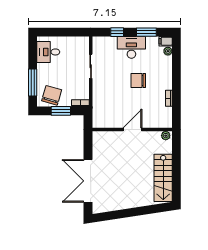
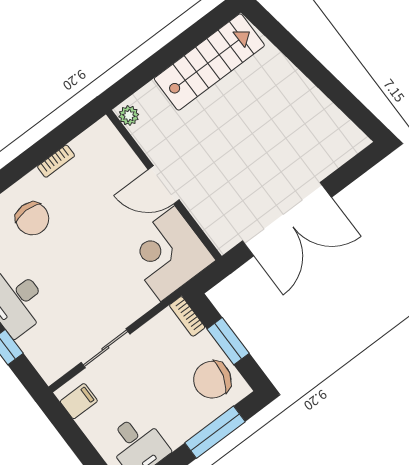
filing cabinet: (79, 43) -> (79, 401), added
chair: (138, 80) -> (32, 219), moved
corner desk: (107, 113) -> (168, 254), added
double door: (88, 181) -> (287, 219), moved

